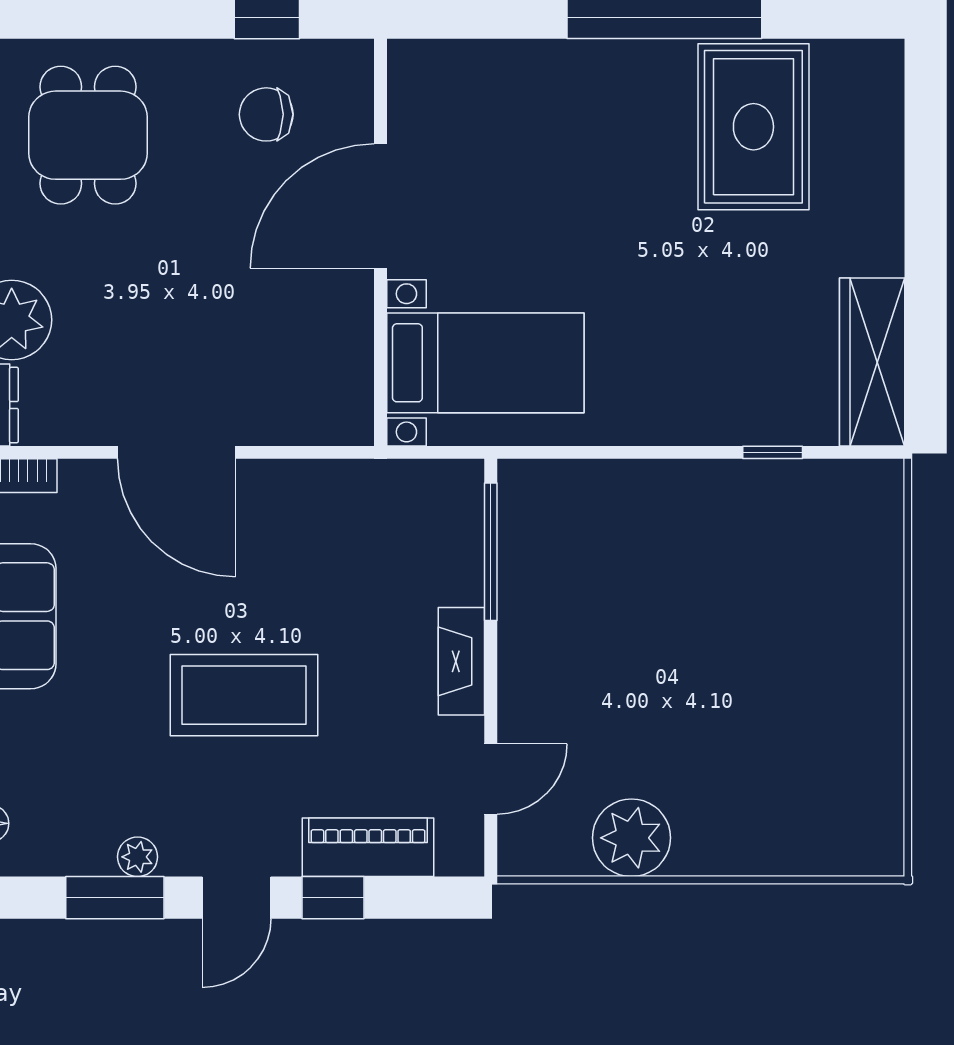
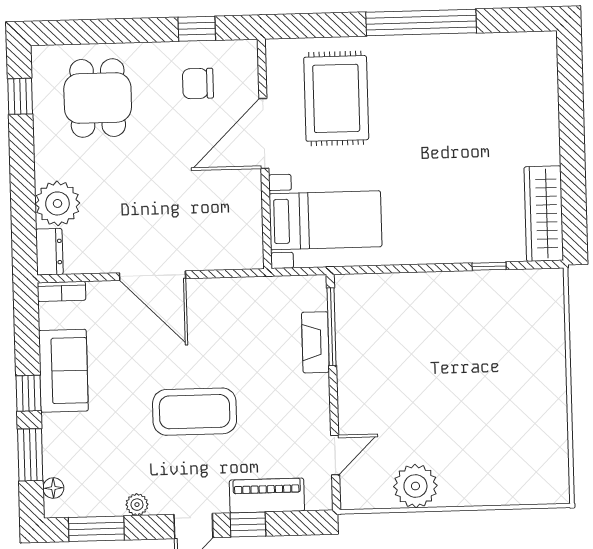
rug: (753, 127) -> (336, 98), moved
fireplace: (461, 661) -> (315, 342), moved
window: (115, 898) -> (96, 529), moved

